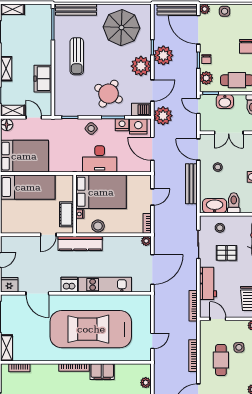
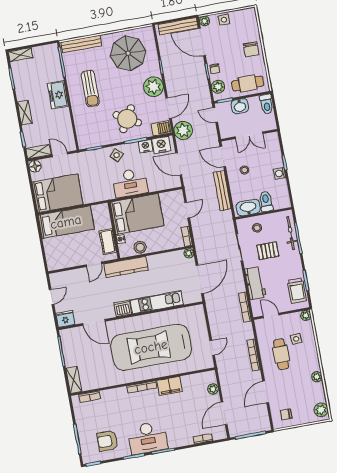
plant: (163, 55) -> (173, 73), removed
freezer: (43, 79) -> (58, 95), moved

